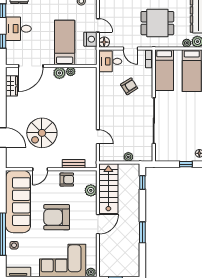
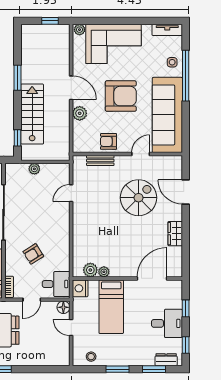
nightstand: (90, 39) -> (80, 288), moved
door: (130, 48) -> (32, 300), swing flipped
plant: (59, 73) -> (90, 270), moved
wardrobe: (12, 86) -> (175, 234), moved
door: (98, 137) -> (71, 193), hinge flipped
stairs: (108, 189) -> (32, 114), moved, turned 180
plant: (91, 190) -> (80, 113), moved
door: (98, 224) -> (71, 88), swing flipped

